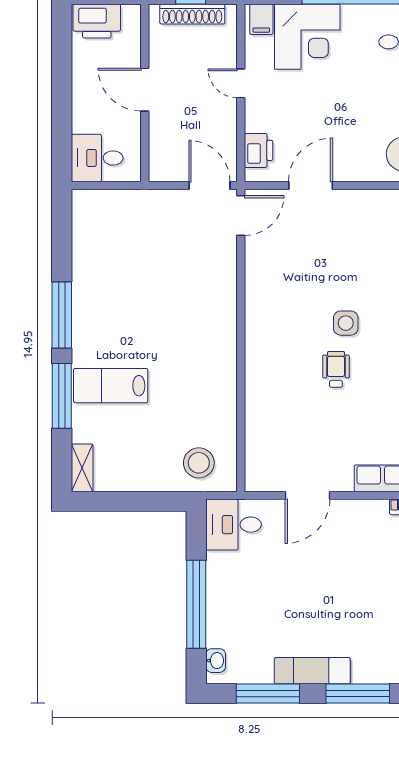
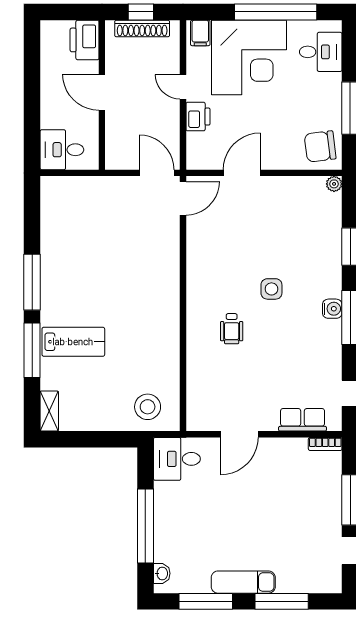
printer: (97, 21) -> (85, 40), moved, turned 90
corner desk: (307, 37) -> (249, 57), width x1.36, depth x1.36
printer: (259, 150) -> (198, 117), moved
wheelchair: (336, 369) -> (232, 329), moved, turned 180
lab bench: (111, 386) -> (73, 342), turned 180

